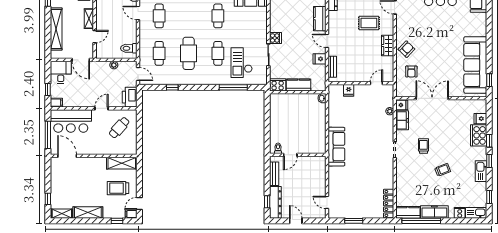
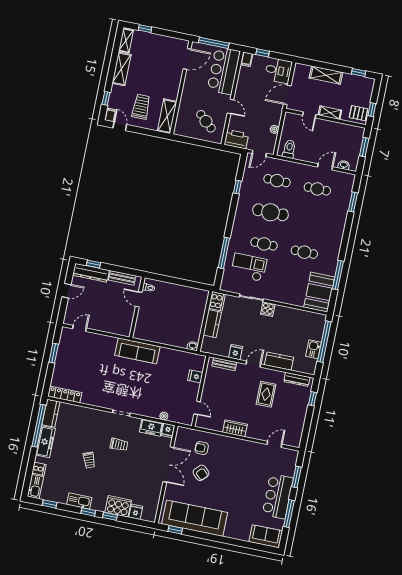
rug: (369, 23) -> (266, 394), moved
shelving: (56, 29) -> (326, 75), width x0.68
armchair: (406, 49) -> (201, 473), moved

